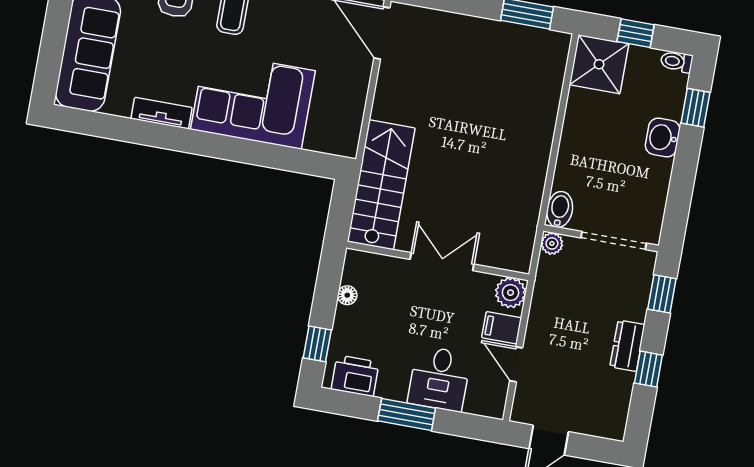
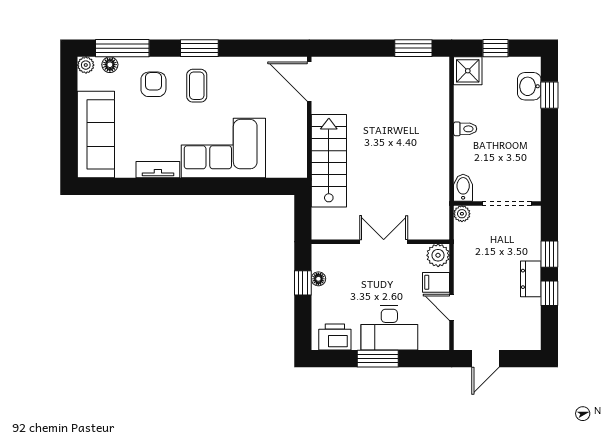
toilet: (677, 62) -> (465, 129), moved, turned 180
shower: (599, 64) -> (468, 71), width x0.73, depth x0.73
washbasin: (663, 138) -> (529, 86), moved
stairs: (381, 185) -> (329, 161), moved
window: (662, 294) -> (549, 254), moved
window: (317, 344) -> (303, 283), moved
desk: (439, 379) -> (389, 328), width x1.37

